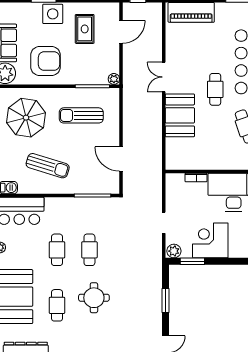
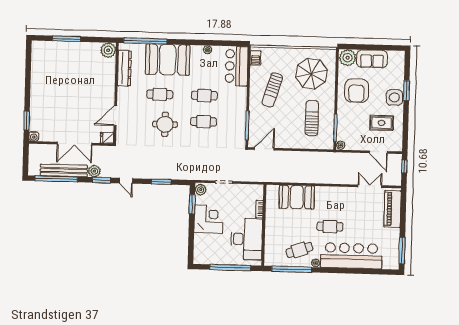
double door: (164, 77) -> (370, 186), moved
booth: (180, 115) -> (297, 197), moved
door: (121, 159) -> (264, 149), moved

